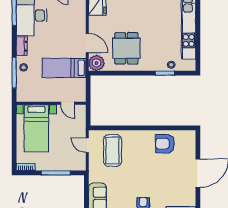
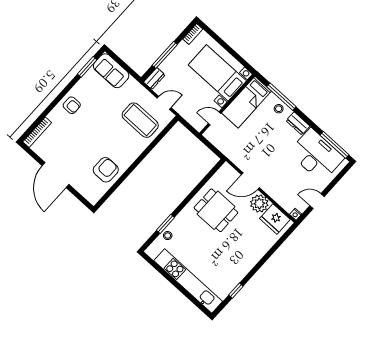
plant: (96, 63) -> (259, 203), moved
bed: (64, 68) -> (246, 102), moved, turned 180
dresser: (77, 166) -> (154, 78), added

